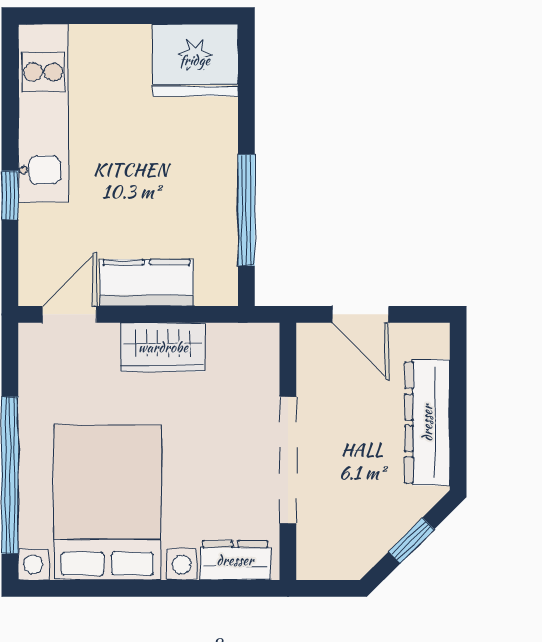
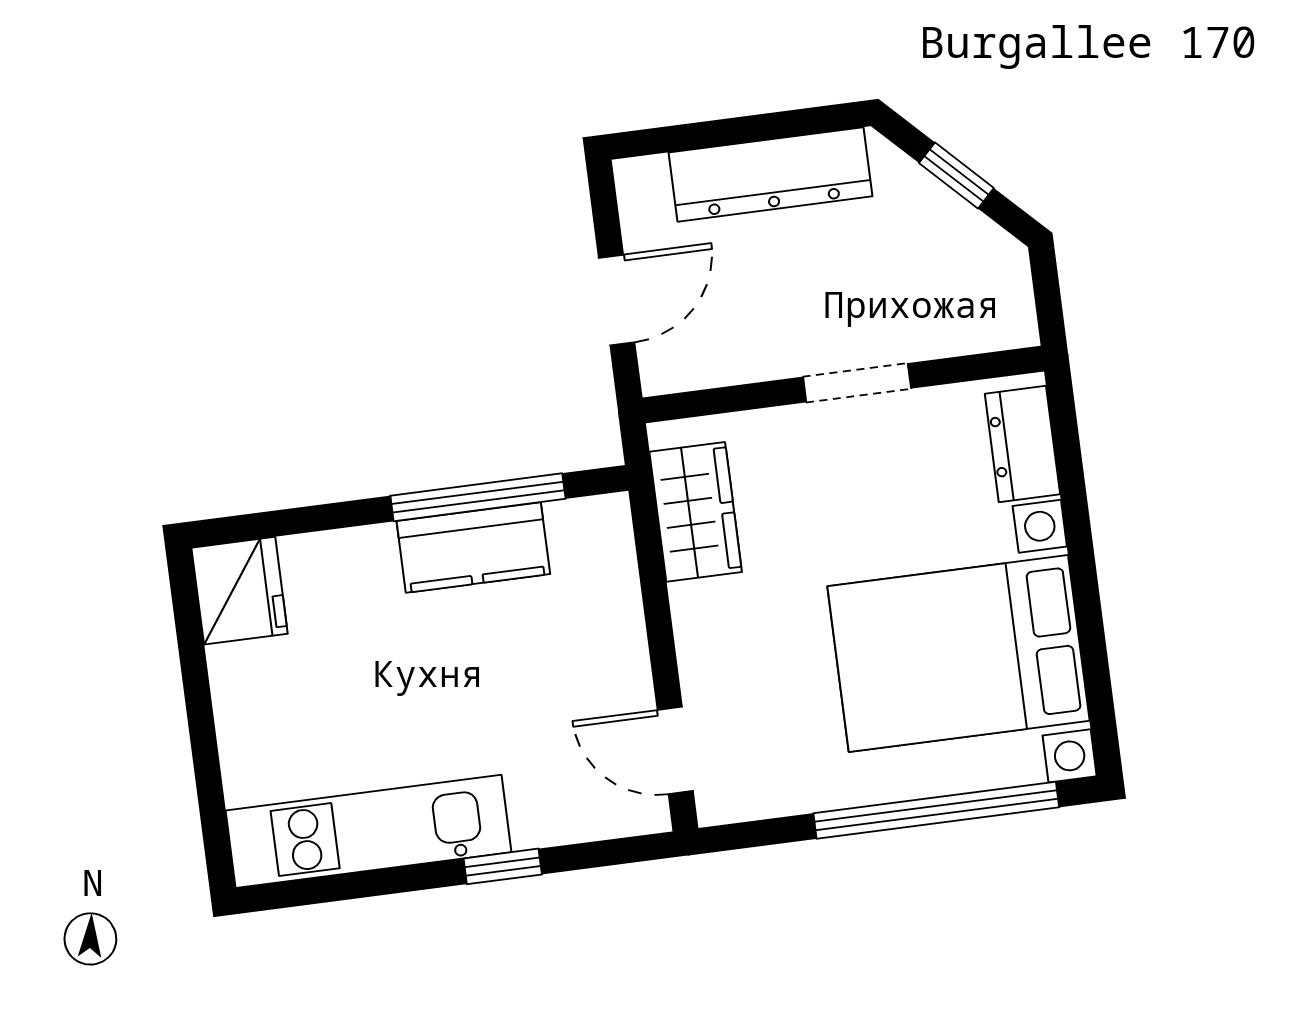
fridge: (195, 60) -> (240, 591), width x0.73, depth x0.75
kitchen counter: (147, 283) -> (473, 548), moved, turned -90
wardrobe: (163, 347) -> (696, 512), moved
doorway: (288, 460) -> (857, 383), width x0.53

